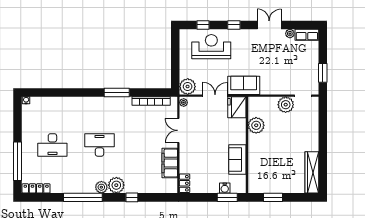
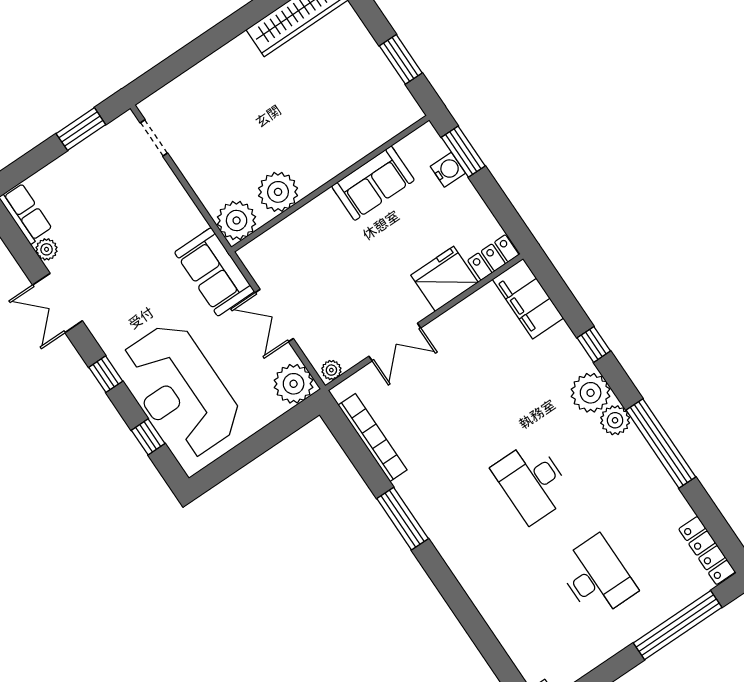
reception desk: (211, 47) -> (180, 390), width x1.36, depth x1.30
plant: (286, 105) -> (237, 220), moved
fridge: (237, 107) -> (444, 279), moved, turned 180
filing cabinet: (170, 163) -> (528, 299), moved, turned 90

